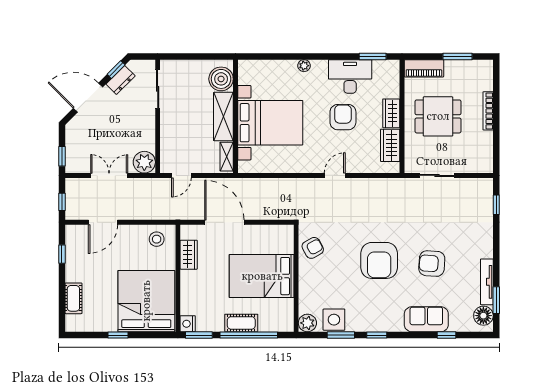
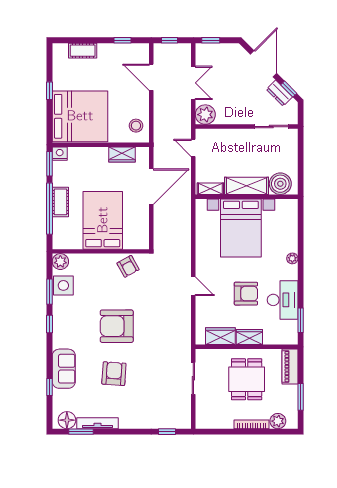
plant: (484, 82) -> (278, 421), added

